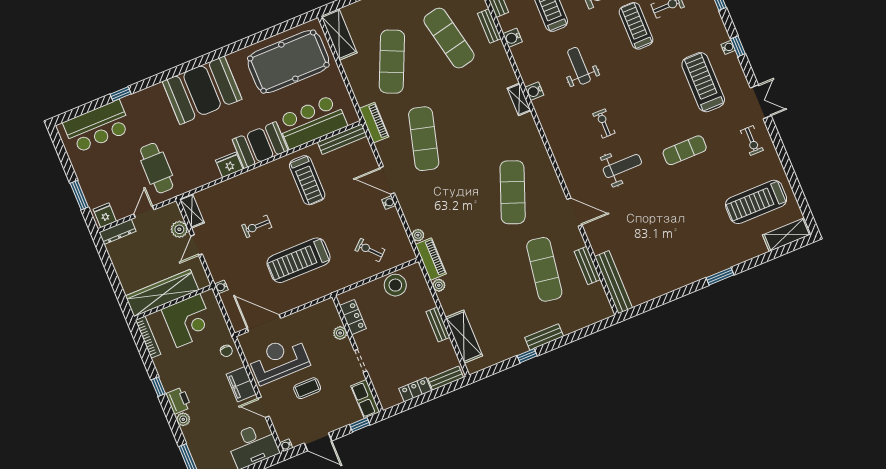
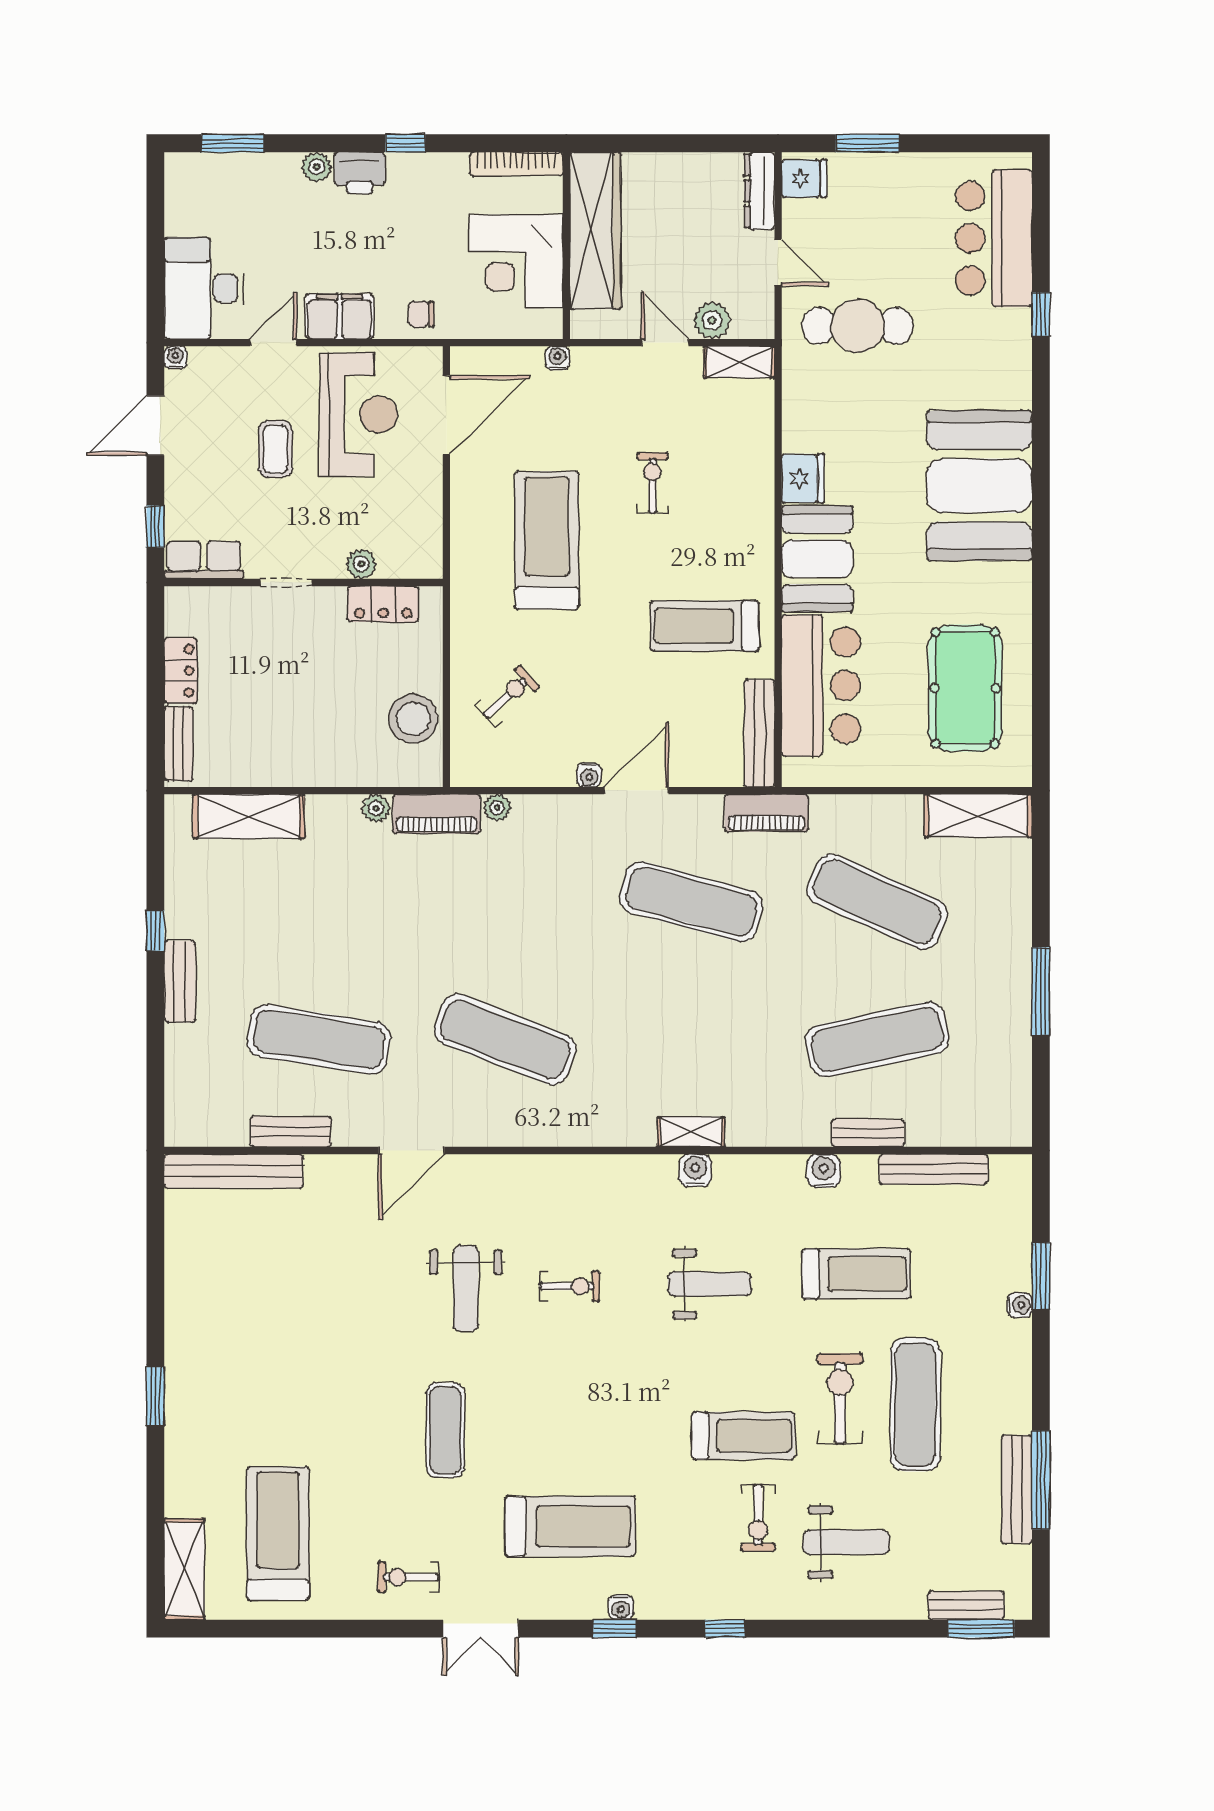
pool table: (288, 62) -> (965, 688), width x0.73, depth x0.76
bench: (438, 324) -> (296, 773), removed

